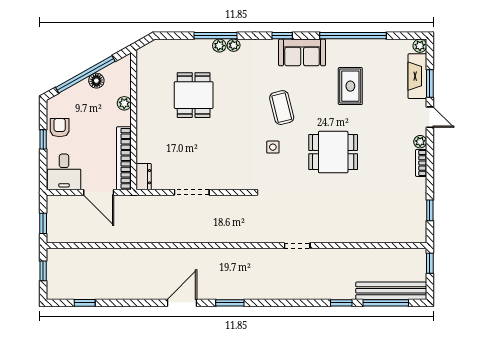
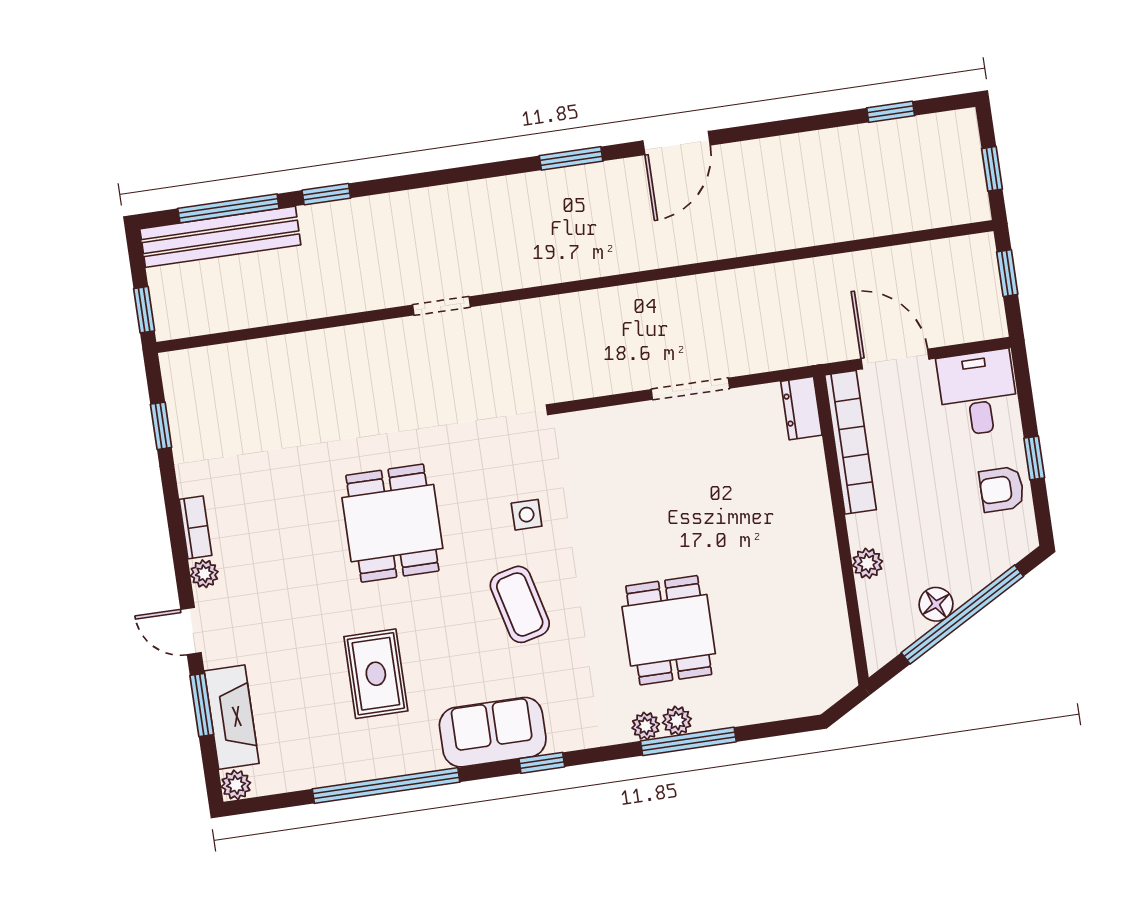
dining table: (194, 95) -> (669, 630), moved
armchair: (60, 128) -> (1002, 489), turned 90
dining table: (333, 152) -> (392, 523), turned 90

